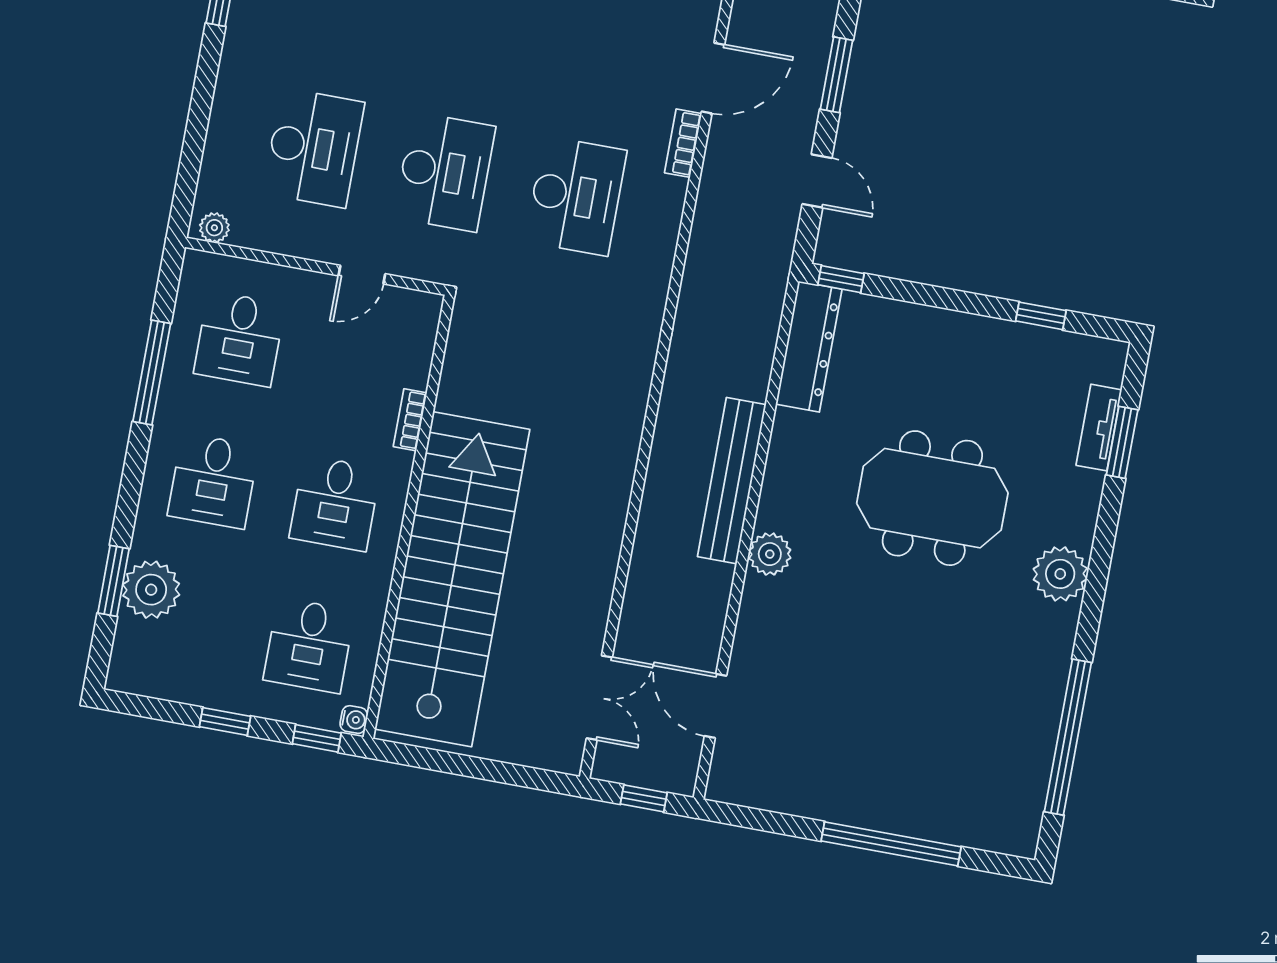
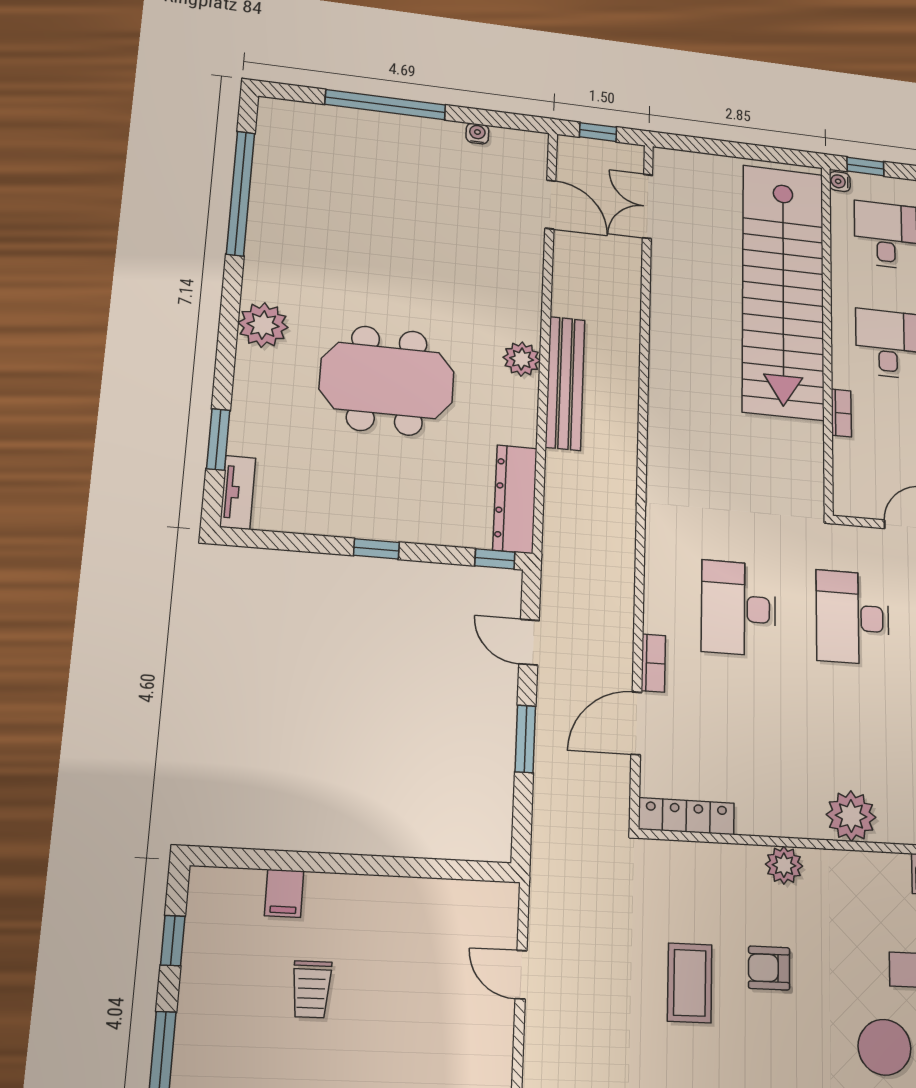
window: (1041, 316) -> (376, 549), moved
tv unit: (1099, 428) -> (238, 492), moved
plant: (770, 554) -> (522, 359), moved
water cooler: (789, 802) -> (477, 134), added

